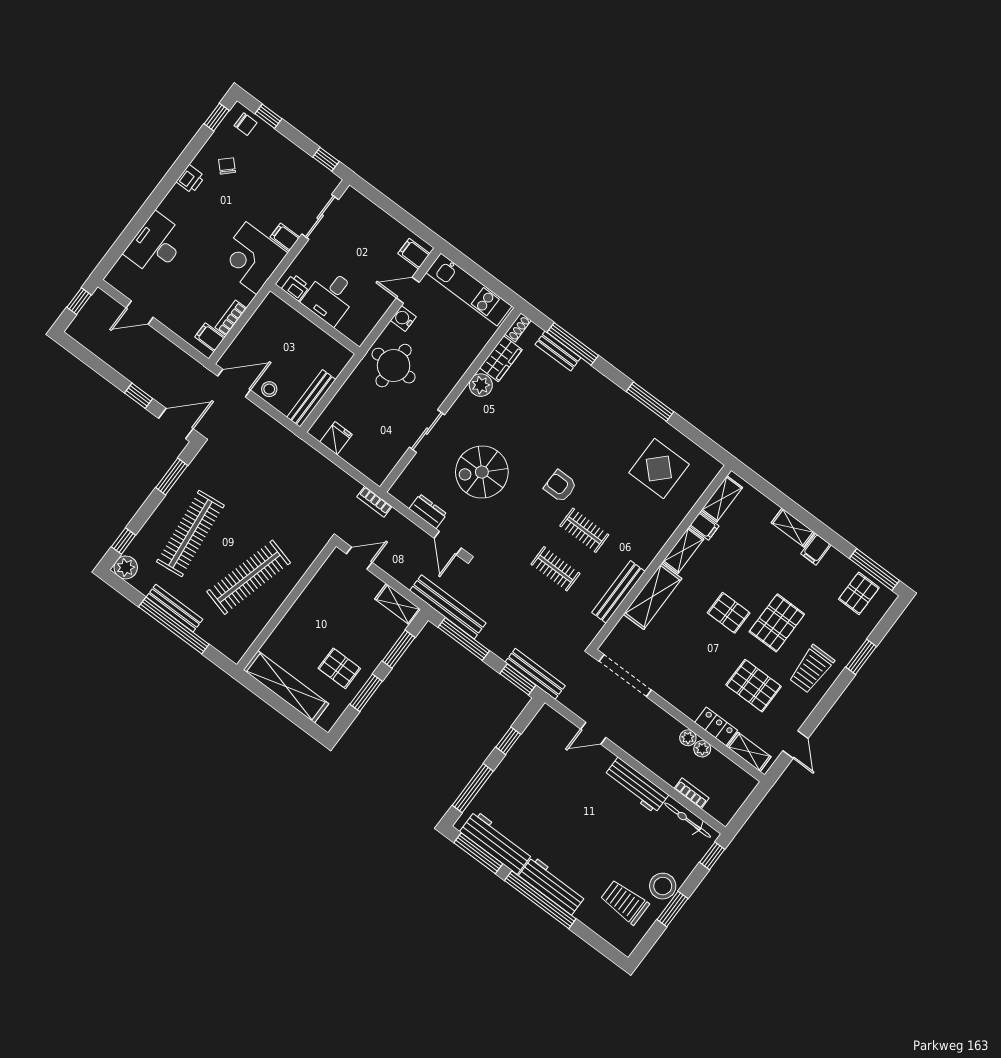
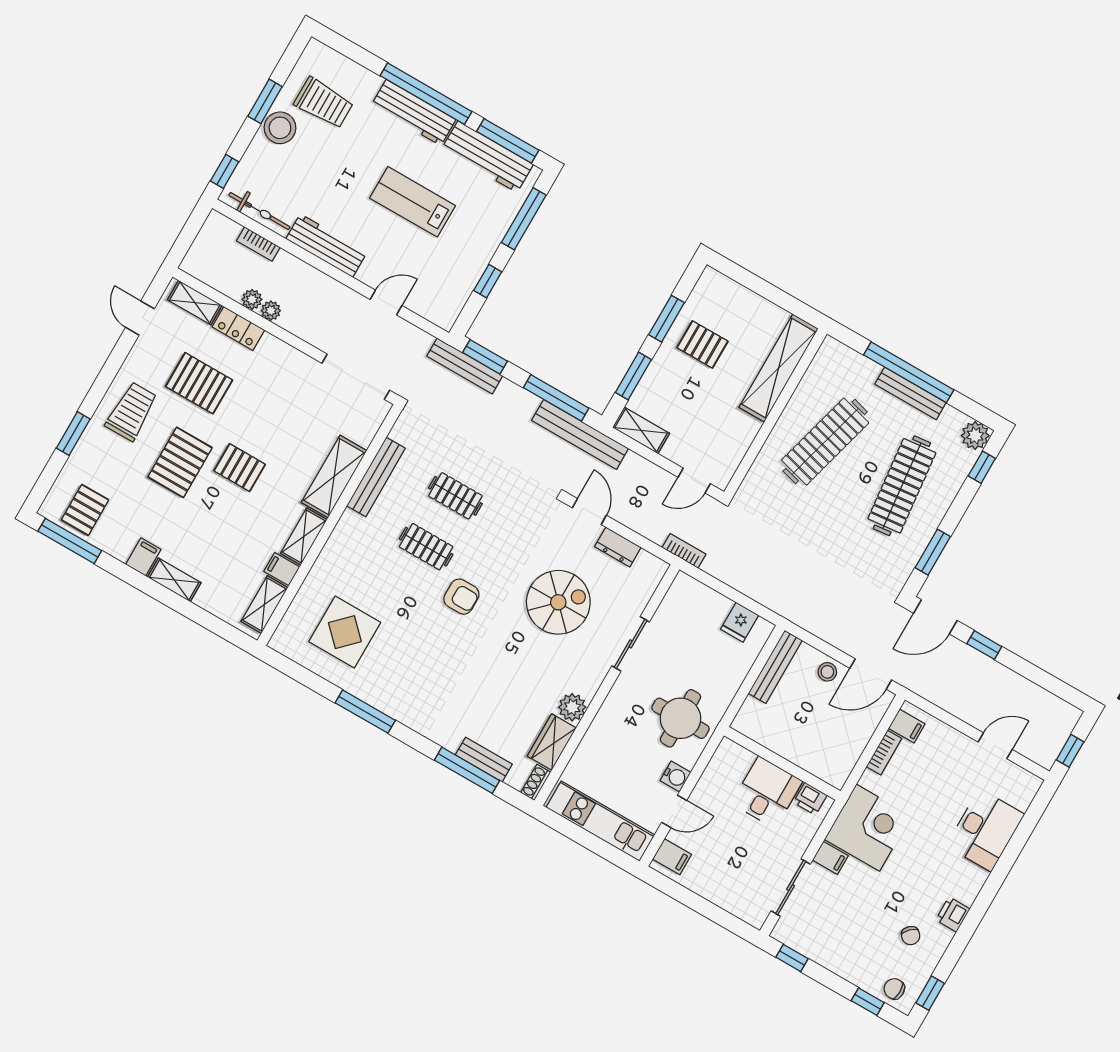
shelving: (286, 687) -> (779, 368), moved, turned 90
lab bench: (562, 813) -> (413, 202), added

